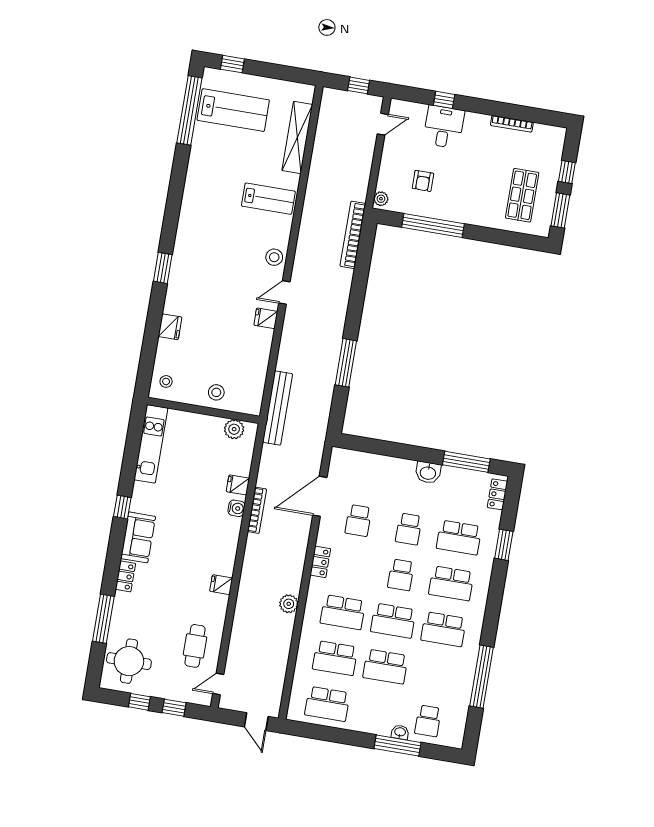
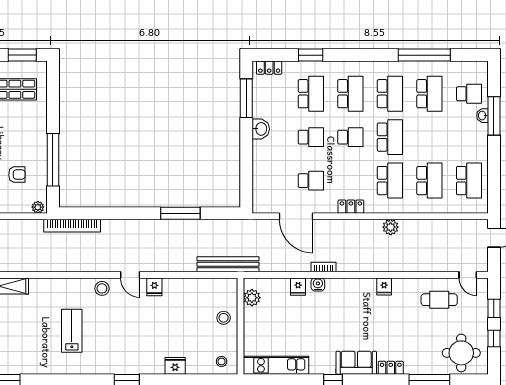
lab bench: (268, 199) -> (72, 331), moved
bookcase: (257, 510) -> (324, 267), width x0.64
school desk: (385, 667) -> (429, 94), moved

